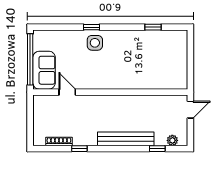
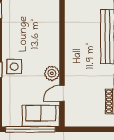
plant: (88, 82) -> (52, 73), added

